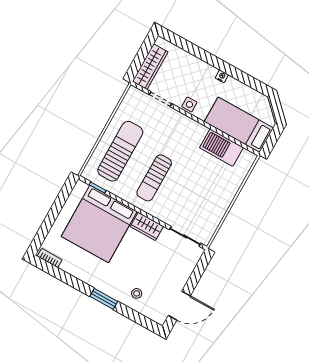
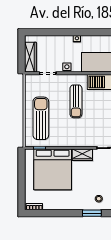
sun lounger: (154, 178) -> (76, 101), moved
window: (104, 299) -> (92, 213), moved

